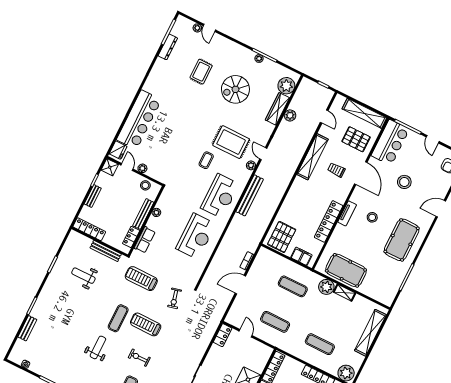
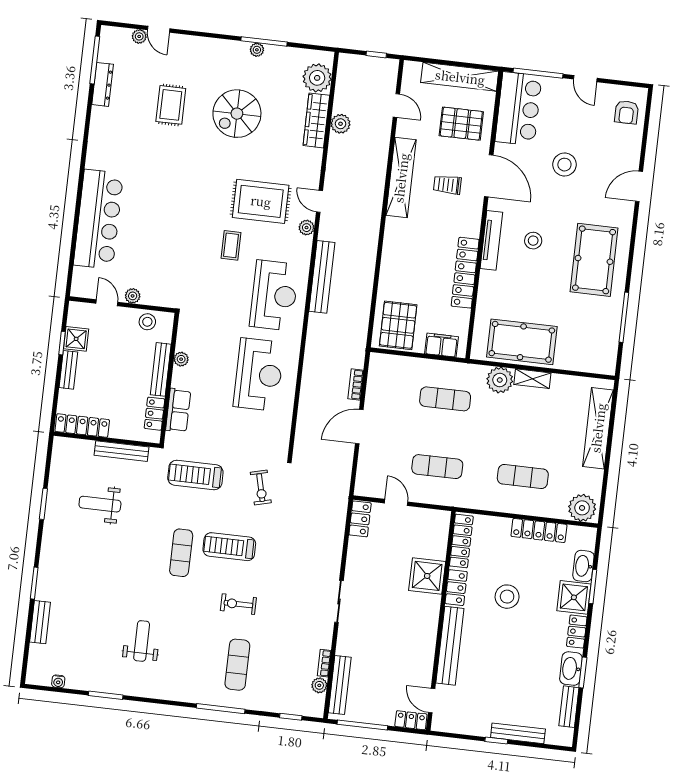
fridge: (118, 150) -> (83, 281), removed
shower: (110, 167) -> (76, 339), moved
tv unit: (347, 213) -> (491, 240), width x1.41
weight bench: (98, 347) -> (142, 641), moved

